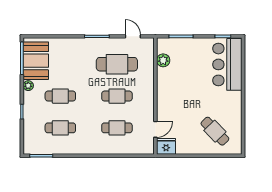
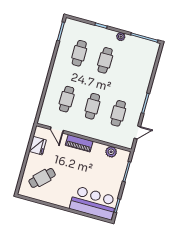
booth: (36, 61) -> (139, 48), removed
cafe table: (117, 64) -> (118, 113), width x0.73, depth x0.74
piano: (163, 100) -> (79, 143), added
fridge: (166, 146) -> (38, 146), moved

